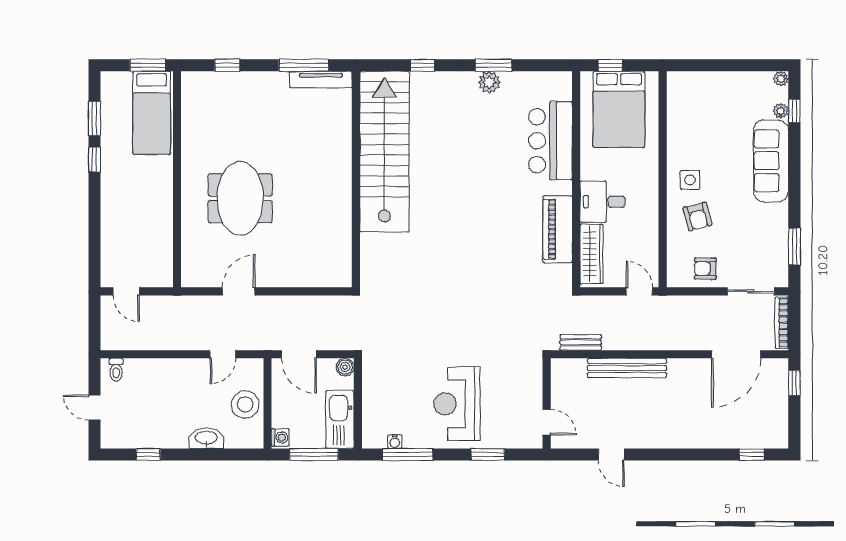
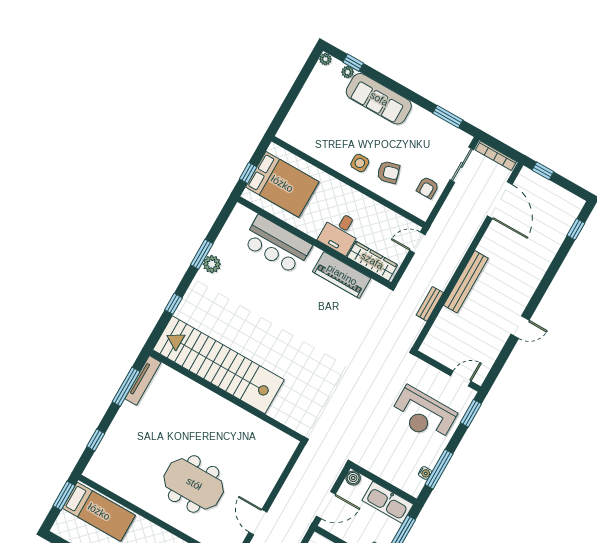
wall: (547, 403) -> (448, 371), moved
door: (547, 422) -> (461, 378), moved

